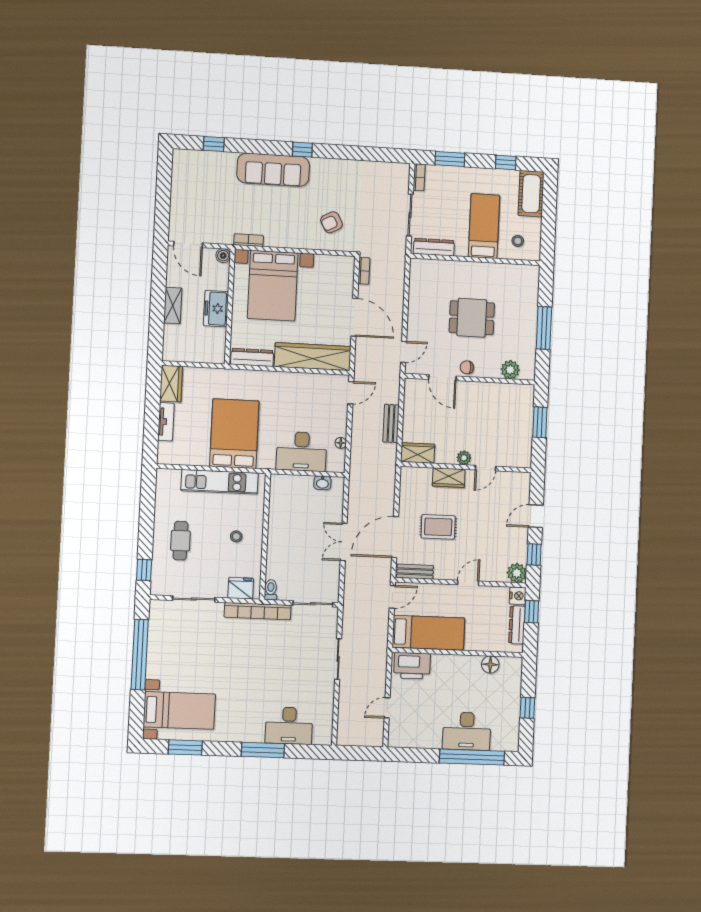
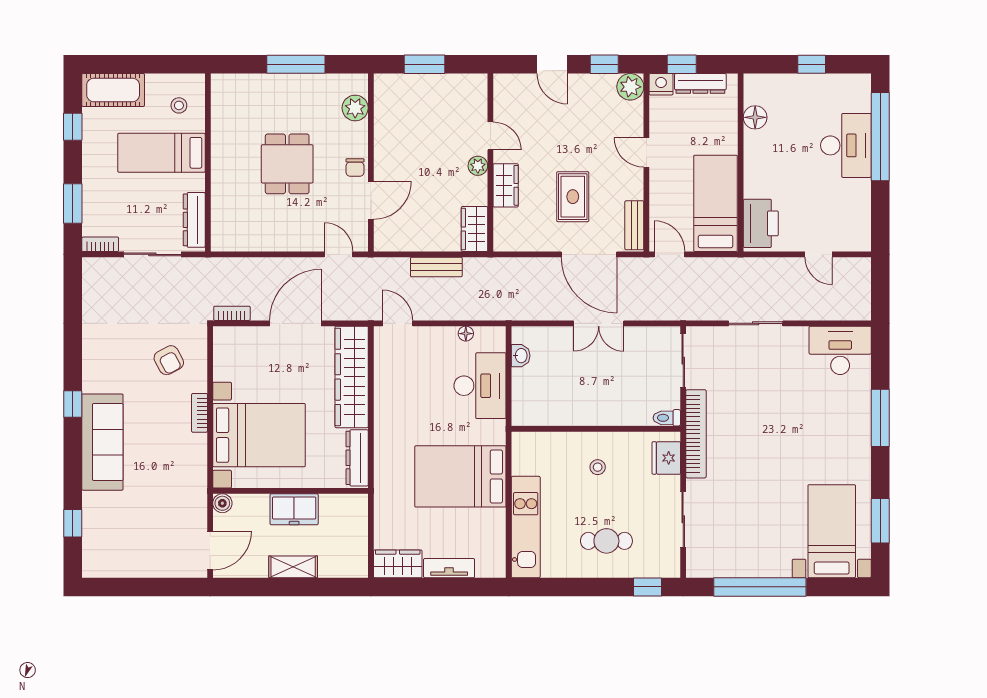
bookcase: (249, 240) -> (200, 413), moved
kitchen unit: (220, 482) -> (526, 527), moved
desk: (289, 726) -> (840, 350), moved, turned -90

